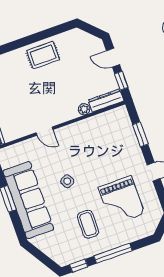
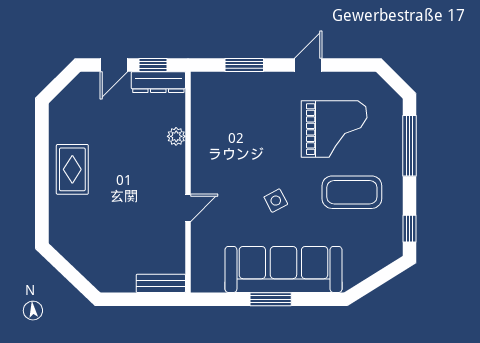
dresser: (106, 100) -> (158, 82), moved, turned -90
coffee table: (88, 224) -> (352, 192), width x1.36, depth x1.32
window: (113, 253) -> (409, 146), moved

